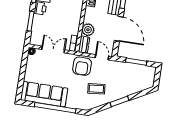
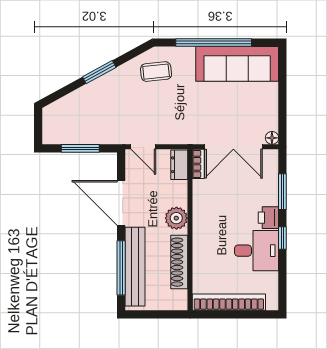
plant: (88, 30) -> (176, 218), moved
double door: (53, 50) -> (233, 147), width x1.37
armchair: (82, 66) -> (177, 125), removed
coffee table: (96, 89) -> (156, 72), moved

